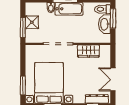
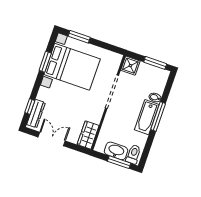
shower: (32, 22) -> (130, 66), moved
window: (23, 27) -> (155, 63), moved
wardrobe: (88, 51) -> (88, 135), moved

